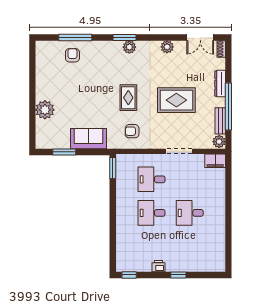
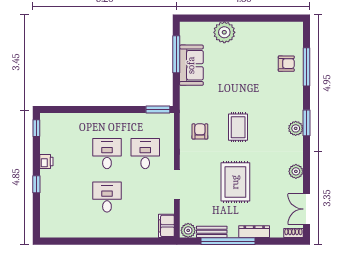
rug: (128, 98) -> (238, 127), turned 90
sofa: (89, 139) -> (191, 65), moved
window: (64, 152) -> (176, 54), width x1.44

